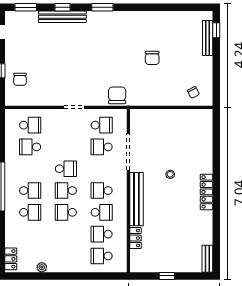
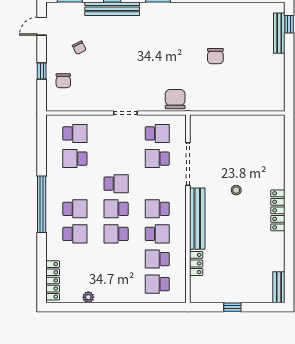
chair: (193, 92) -> (79, 48), moved
locker: (11, 259) -> (53, 280), width x1.53

